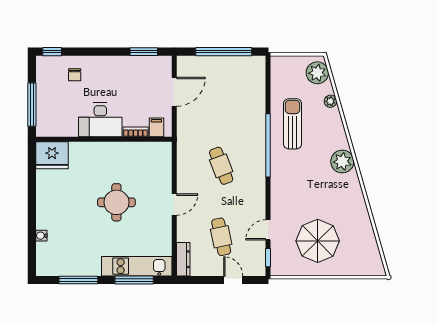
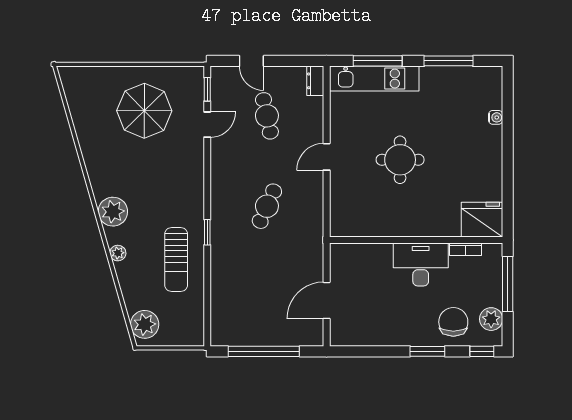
window: (144, 52) -> (427, 351), moved
chair: (75, 75) -> (453, 322), width x1.87, depth x1.87
plant: (45, 77) -> (491, 319), added
plant: (330, 101) -> (118, 253), moved
filing cabinet: (156, 127) -> (349, 255), removed
bookcase: (136, 132) -> (466, 249), moved
window: (268, 145) -> (207, 232), width x0.32
cafe table: (221, 166) -> (267, 206), turned 45
dresser: (183, 259) -> (315, 81), width x0.70

